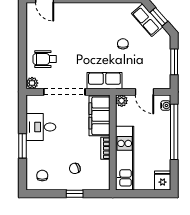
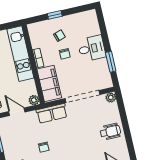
wheelchair: (45, 59) -> (110, 132), moved
desk: (41, 127) -> (92, 48), moved
window: (22, 146) -> (111, 62), moved
chair: (42, 176) -> (65, 54), moved

